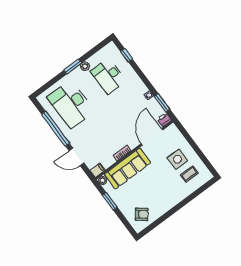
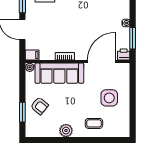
coffee table: (189, 174) -> (94, 123), moved
window: (110, 201) -> (22, 112), moved
plant: (164, 207) -> (66, 131), added
armchair: (142, 214) -> (39, 106), moved

